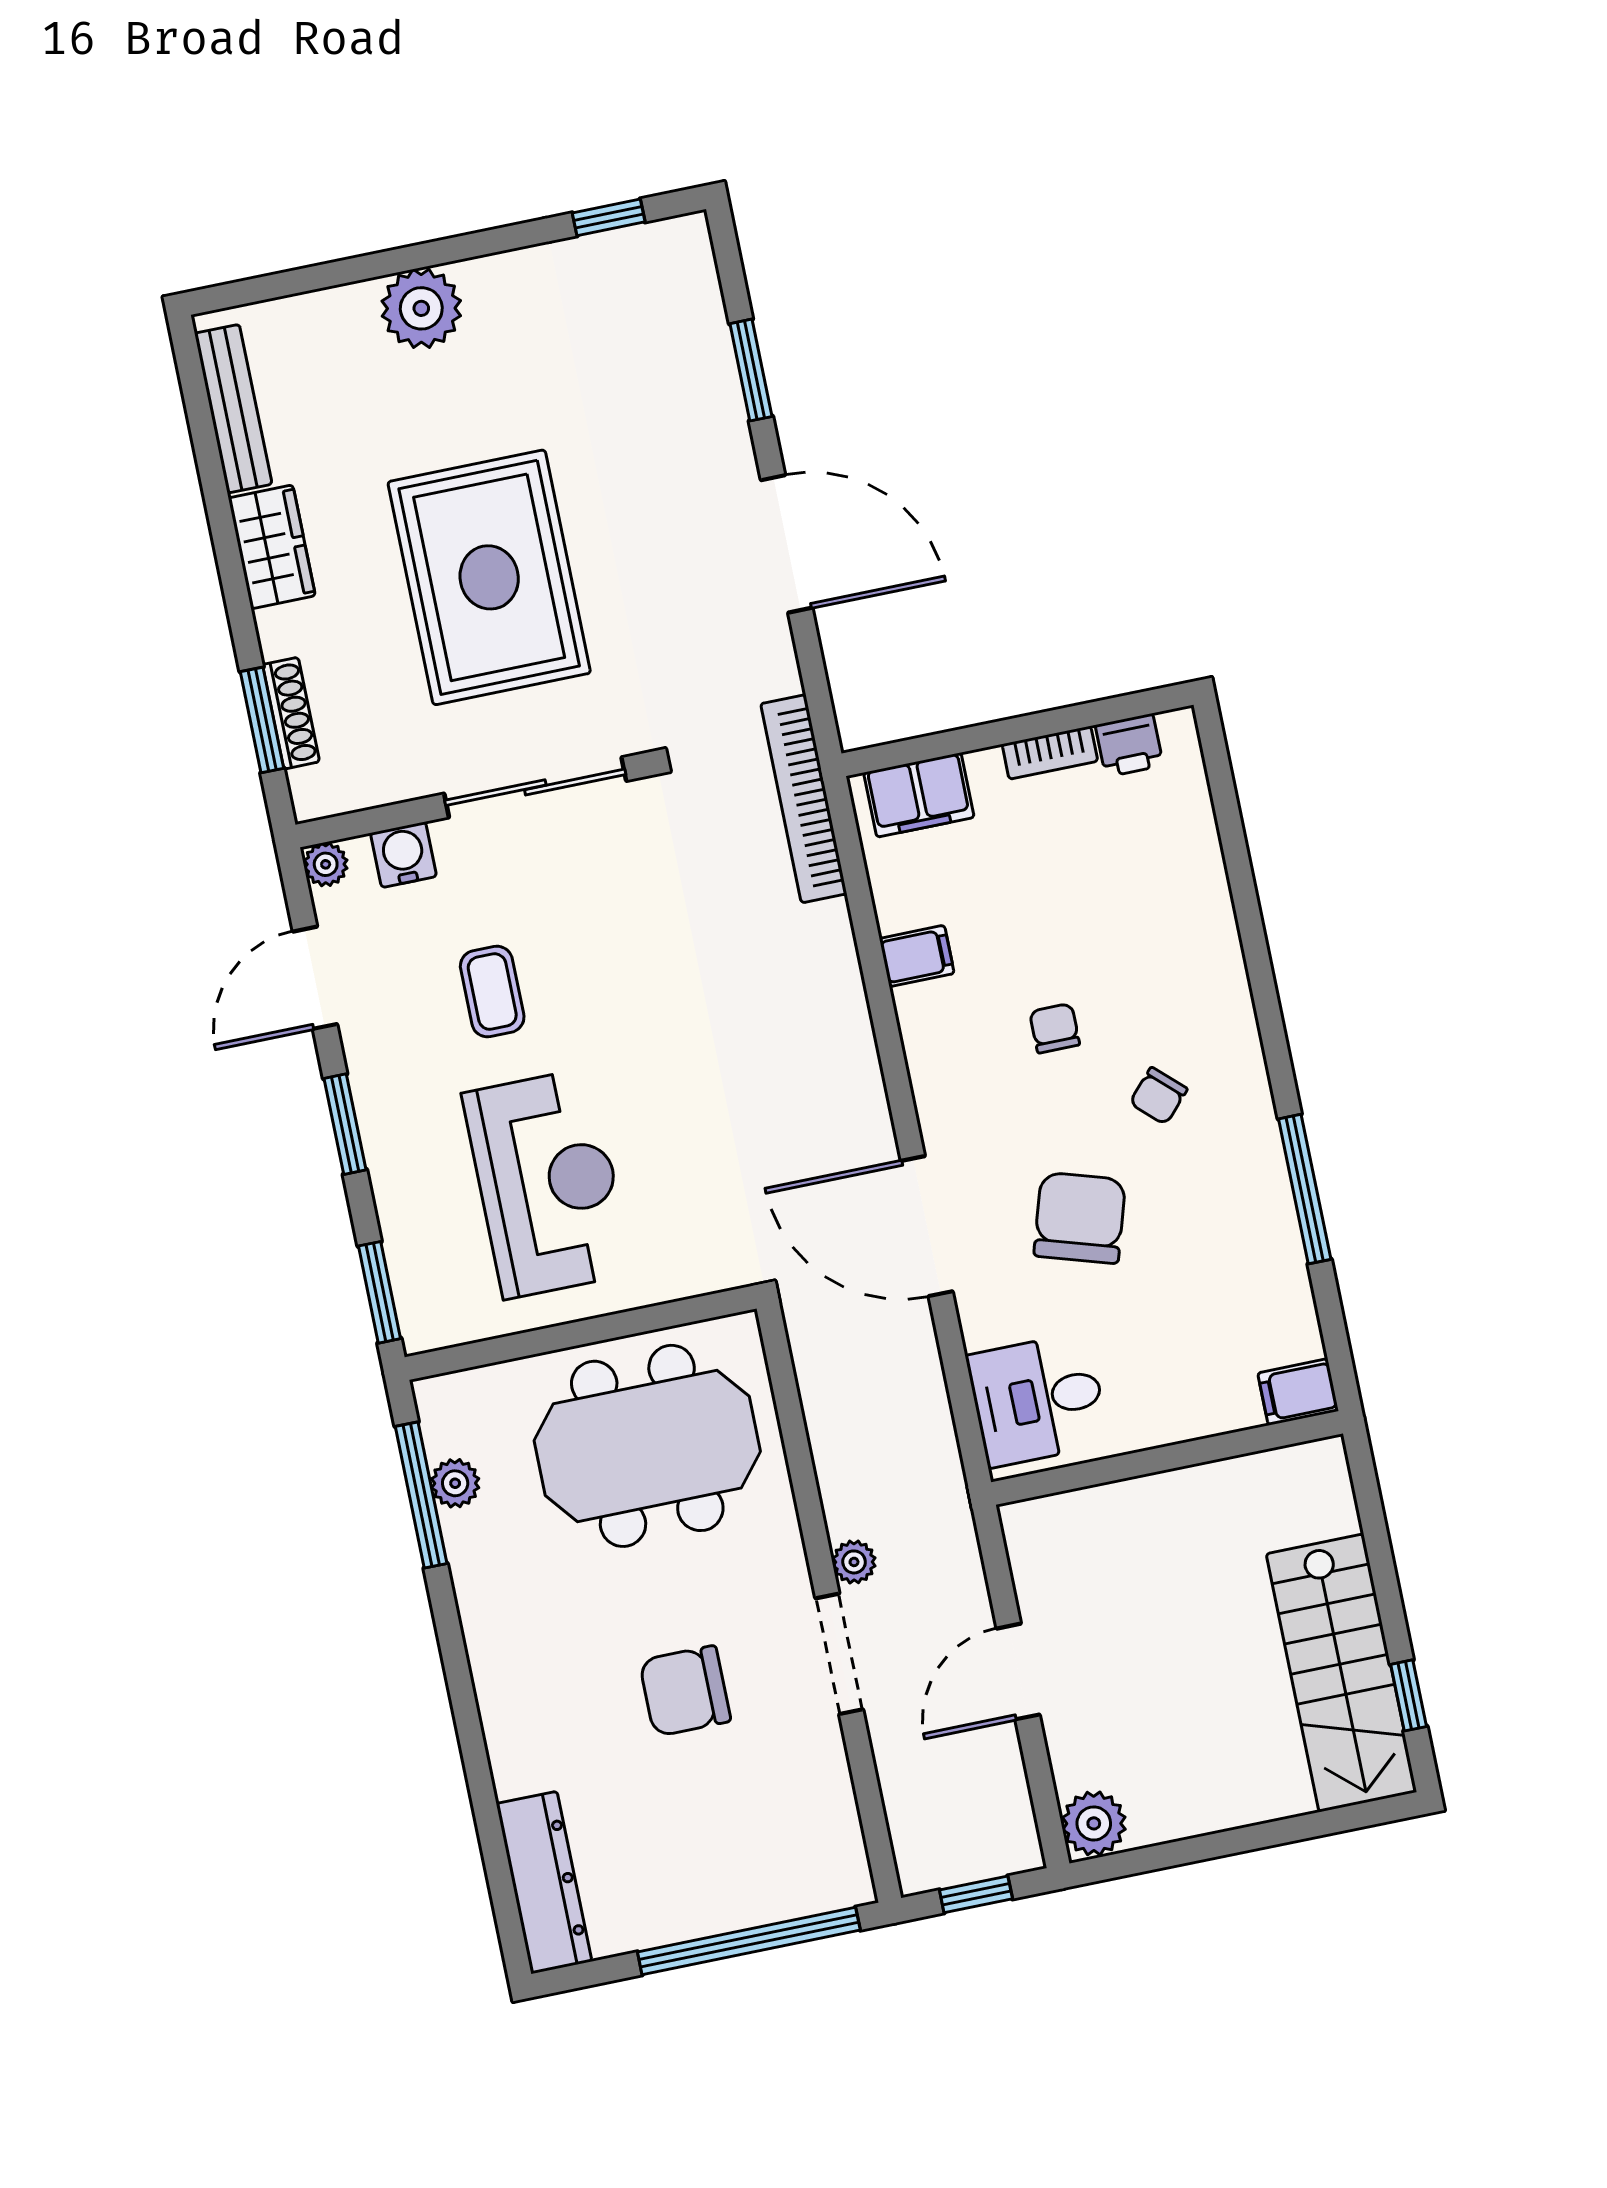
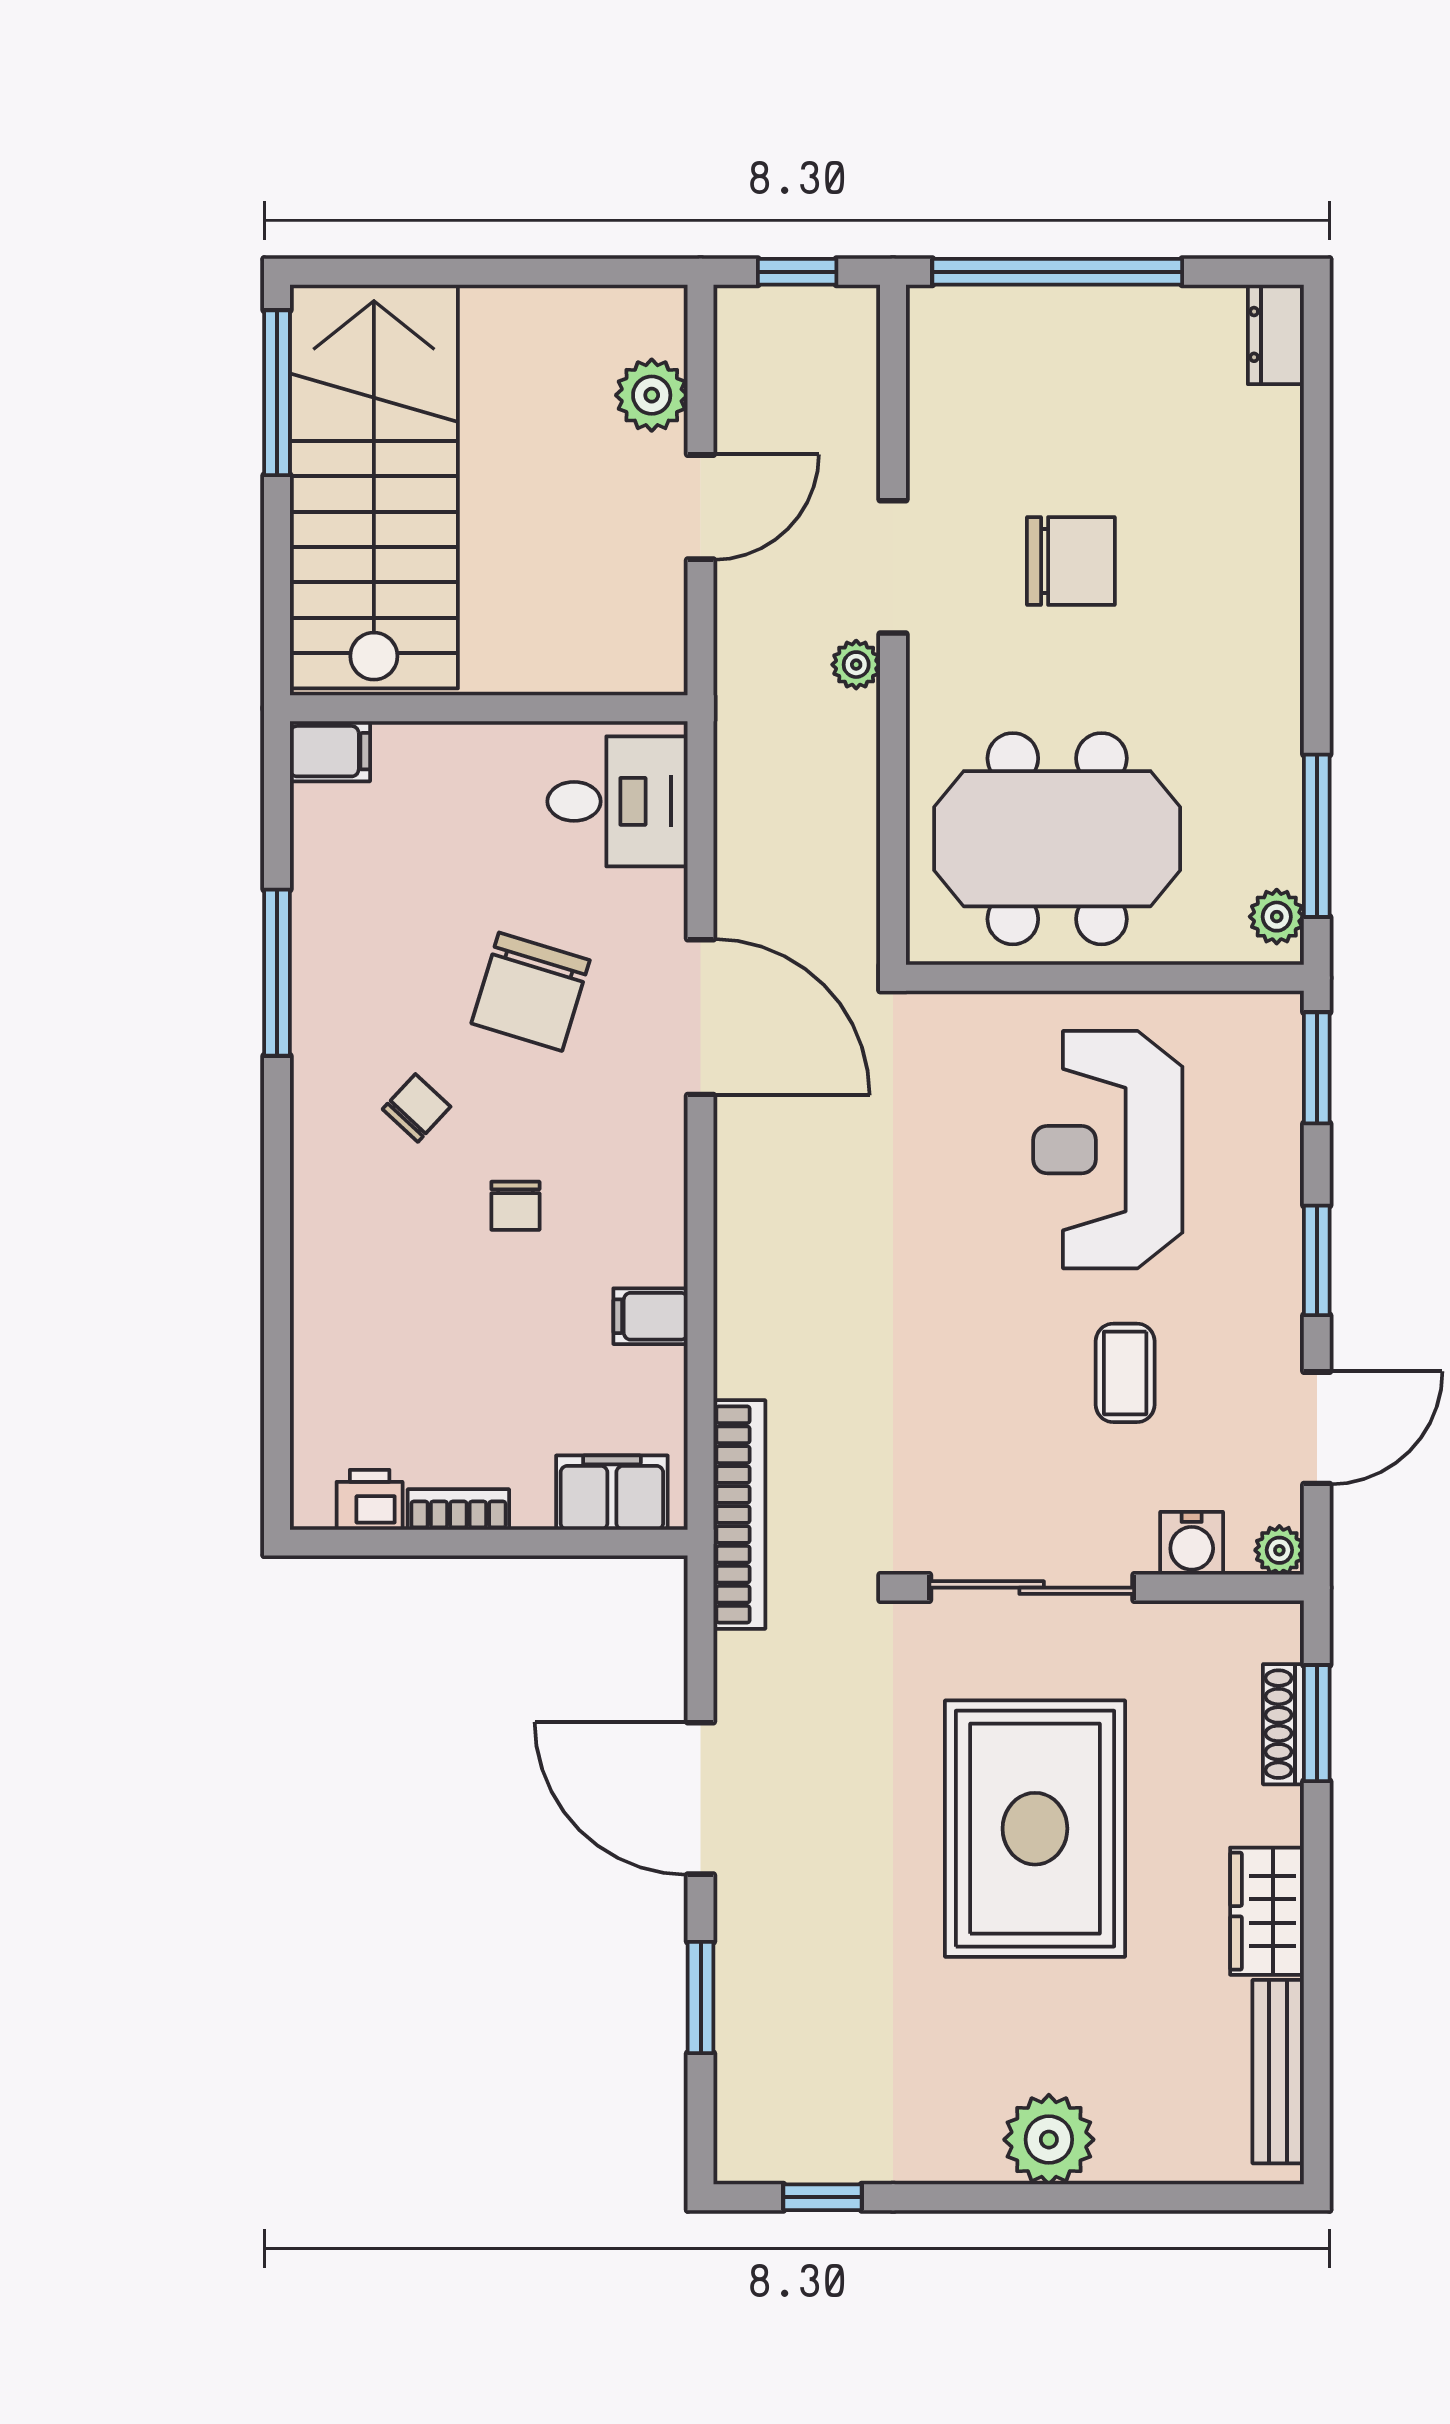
plant: (455, 1483) -> (1277, 917), moved
stairs: (1341, 1673) -> (374, 487), width x1.36, depth x1.51
window: (1409, 1695) -> (277, 393), width x2.17
plant: (1094, 1823) -> (652, 395), moved
dresser: (544, 1882) -> (1276, 334), width x0.51, depth x0.80

